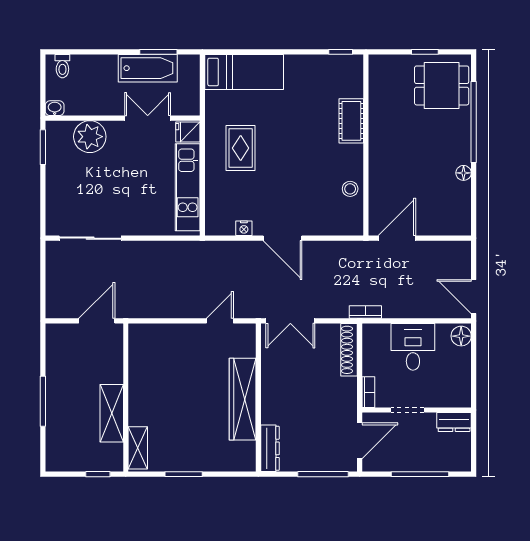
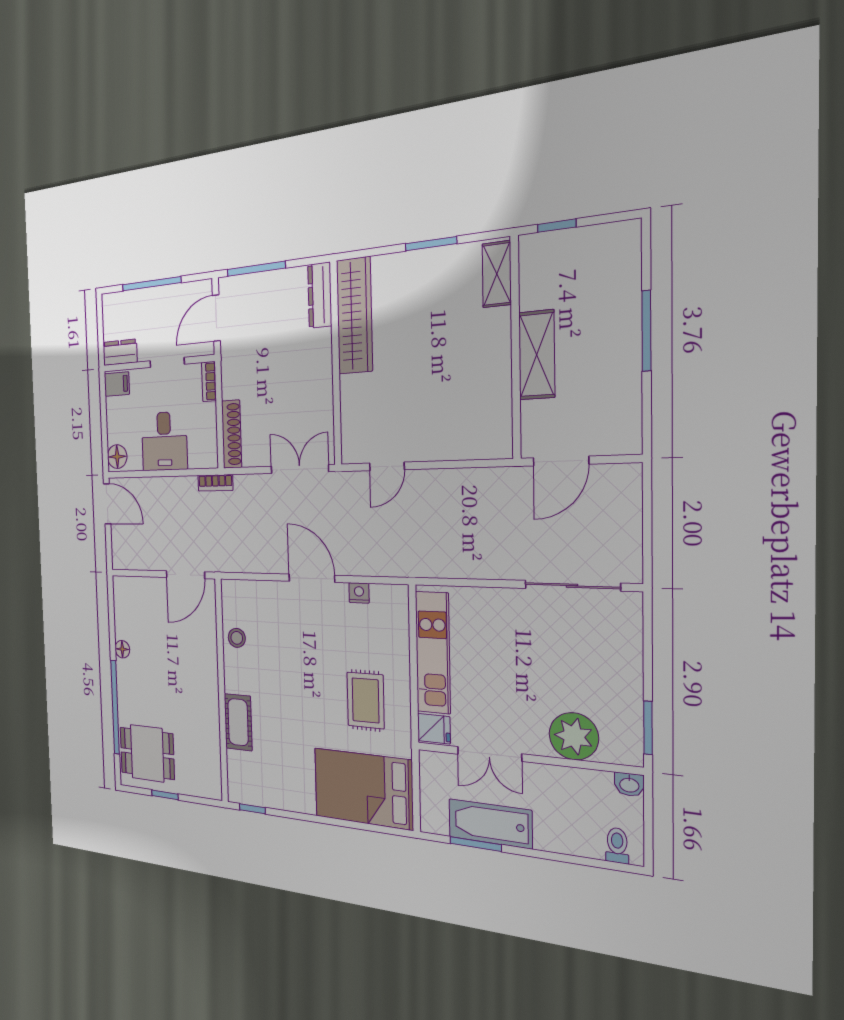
bed: (244, 72) -> (363, 789), width x1.50
filing cabinet: (459, 396) -> (117, 384), added
wardrobe: (243, 399) -> (354, 316), moved
shelving: (112, 413) -> (537, 355), moved

